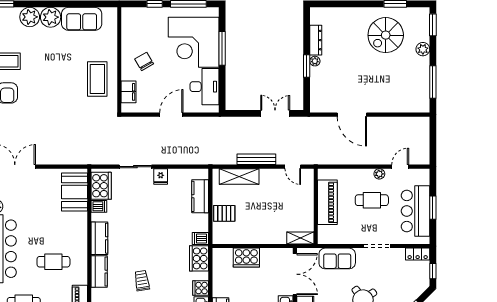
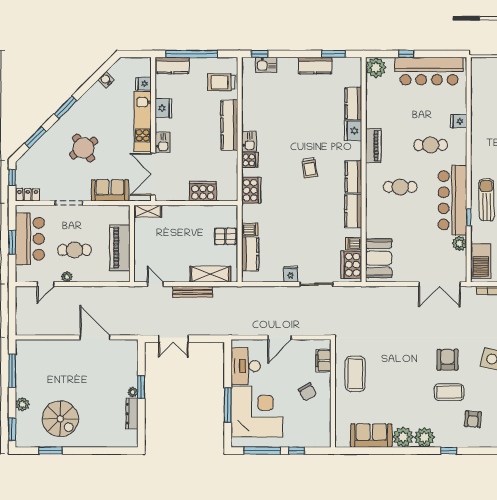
spiral stairs: (386, 35) -> (60, 419), turned 90
dishwasher: (200, 239) -> (250, 229), moved

